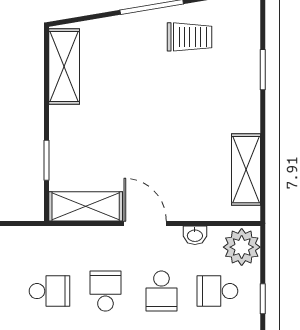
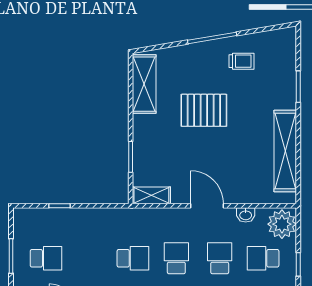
trolley: (190, 37) -> (241, 61), width x0.73, depth x0.72
pallet: (141, 100) -> (204, 110), added
shelving: (246, 170) -> (285, 151), width x1.47
shelving: (86, 206) -> (151, 195), width x0.67, depth x0.75
school desk: (161, 291) -> (220, 258), turned 180

